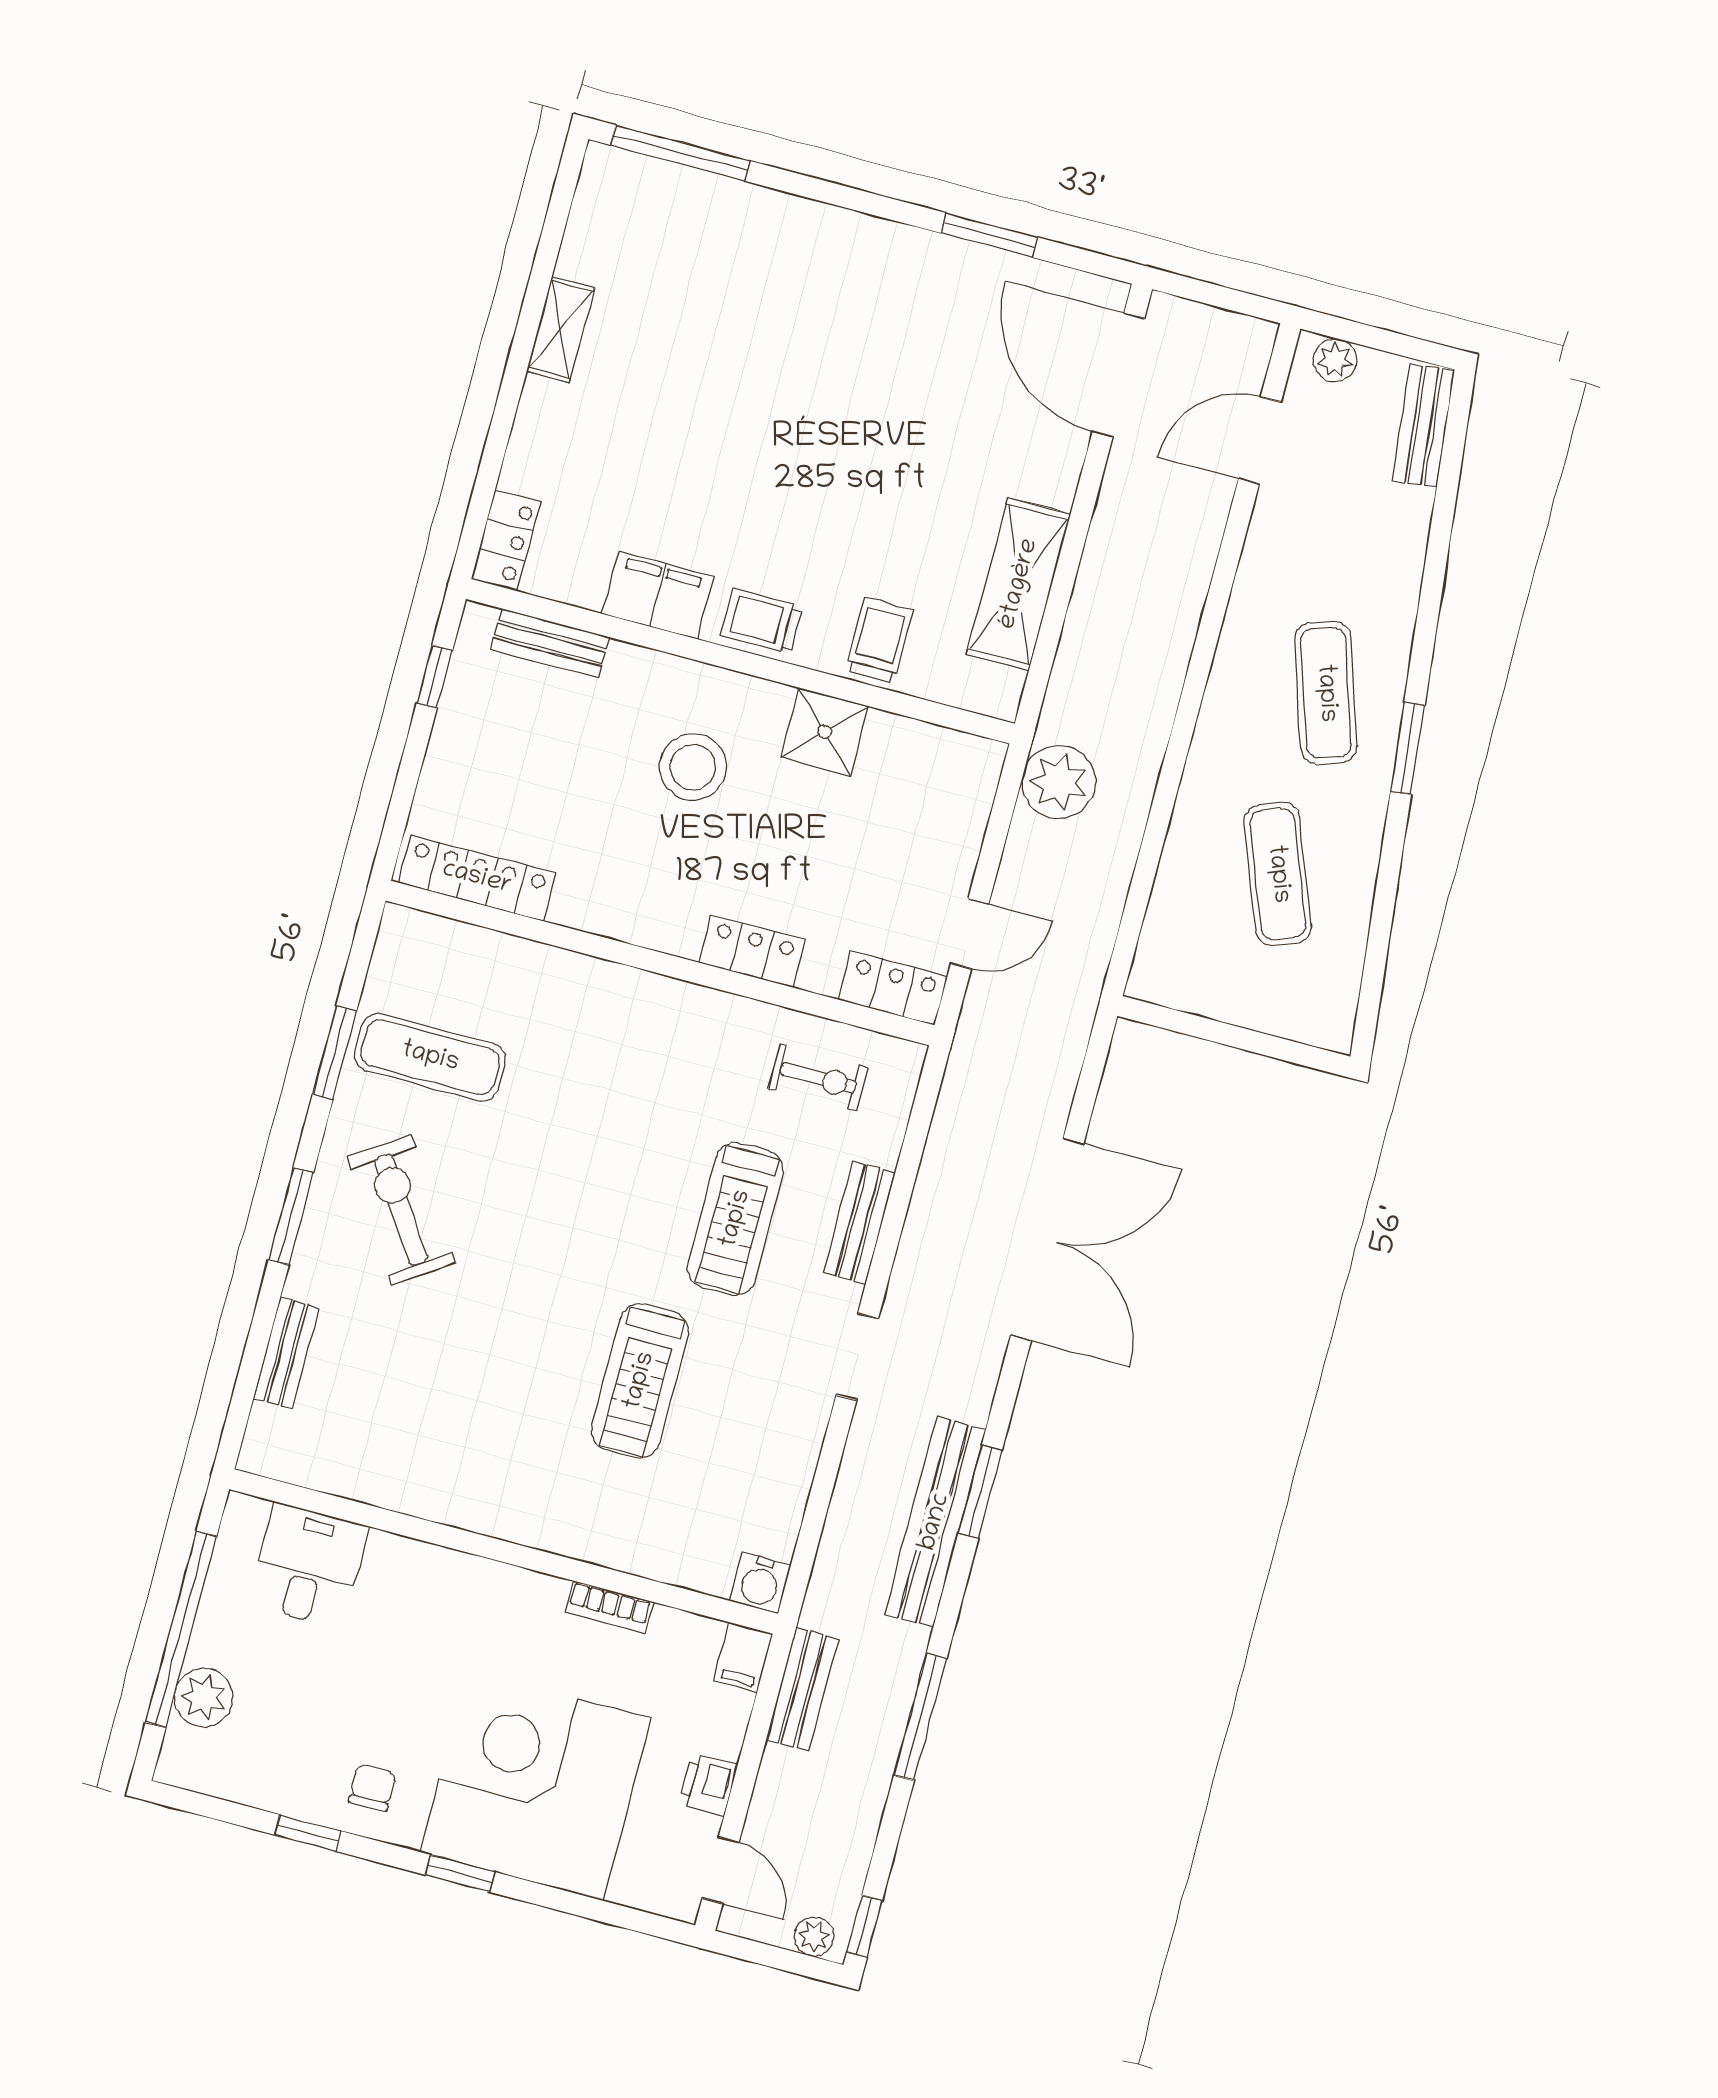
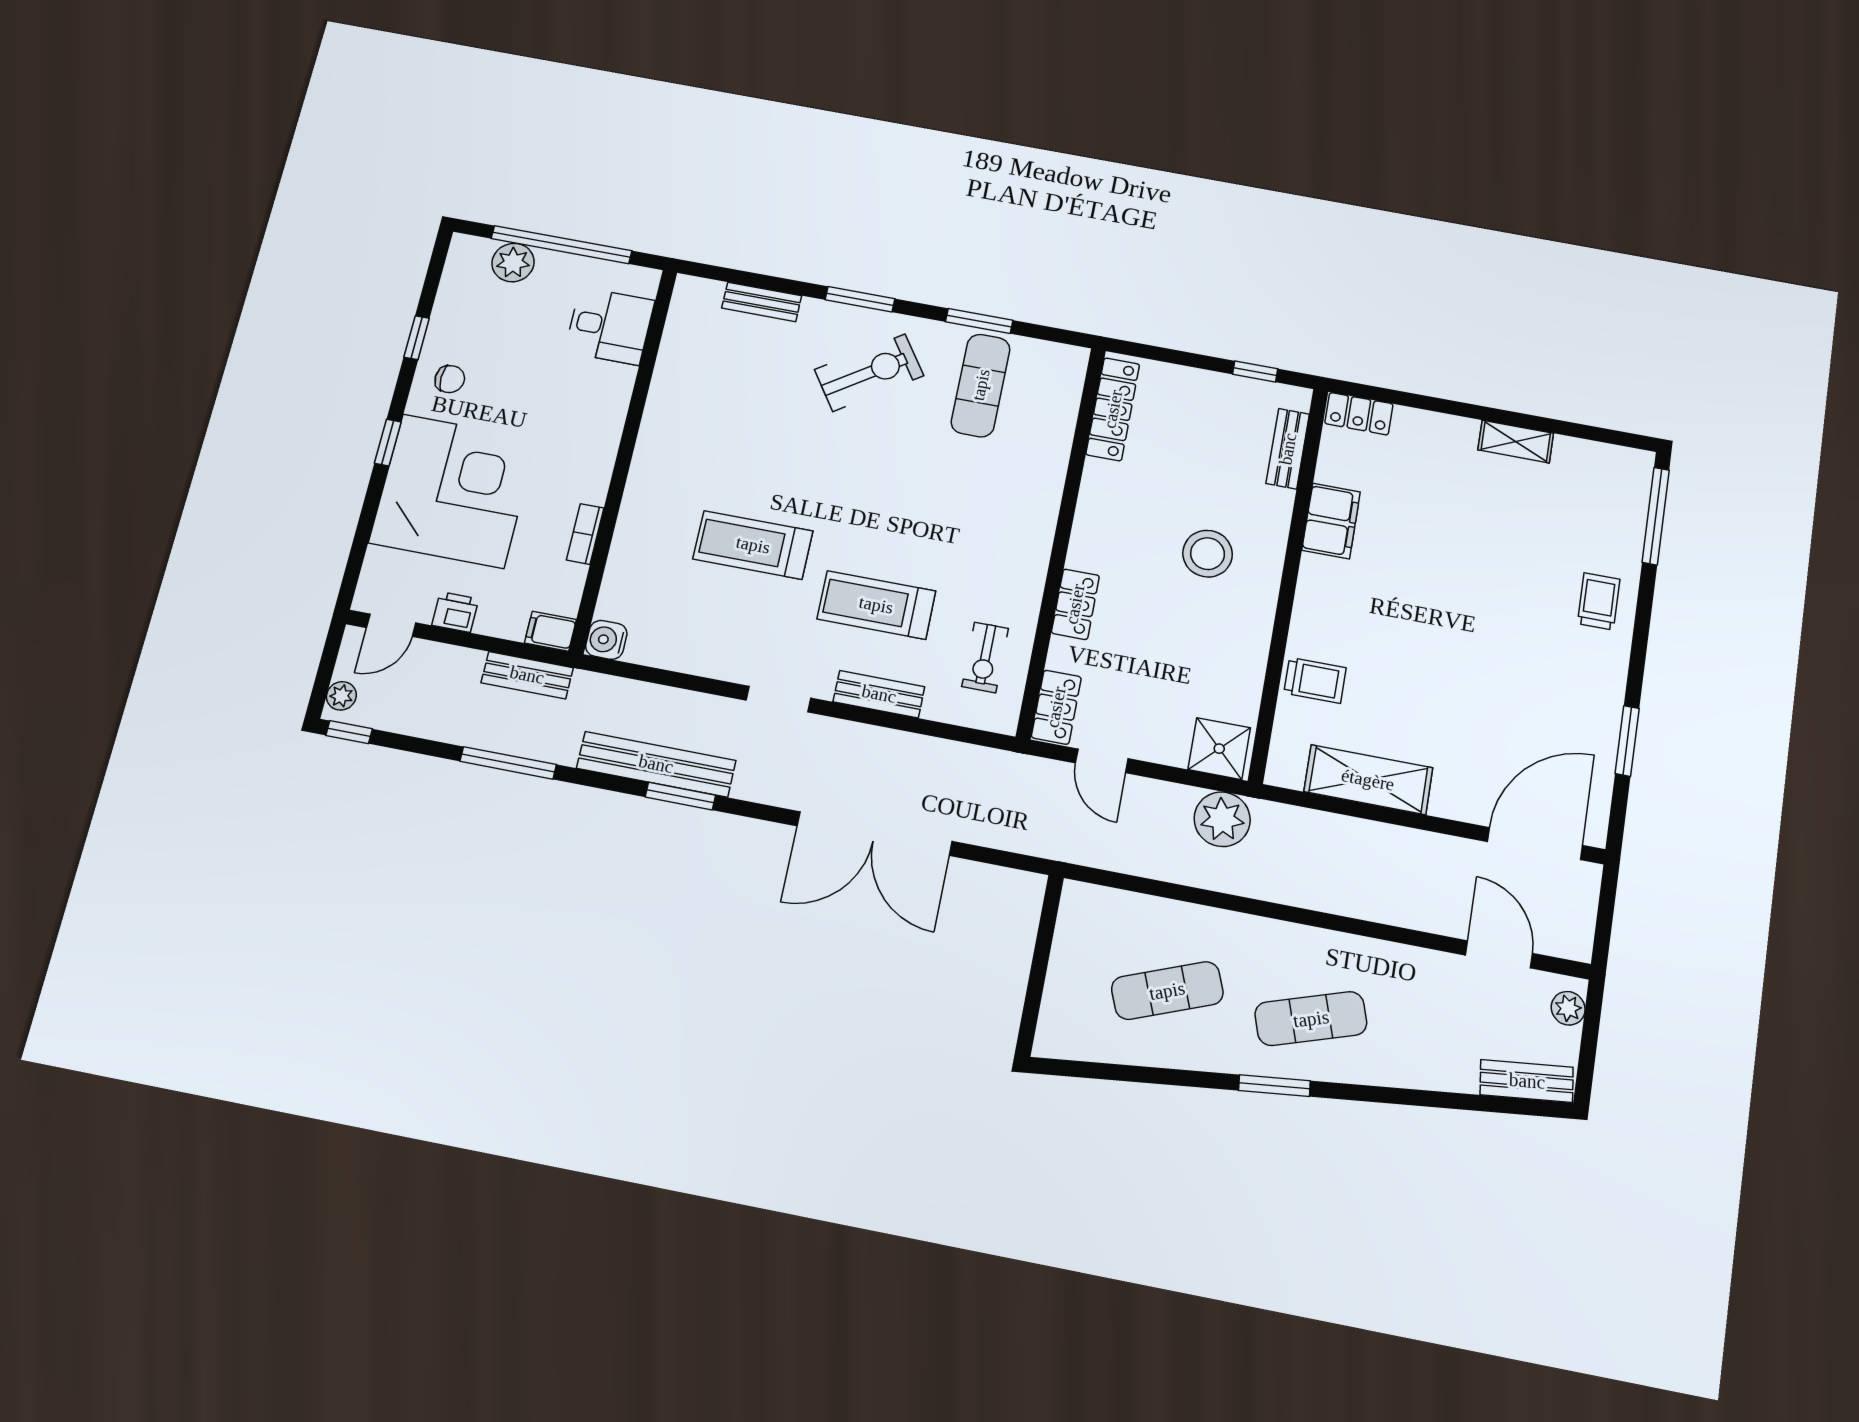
trolley: (762, 621) -> (1599, 601), moved
shower: (825, 732) -> (1219, 749), moved

